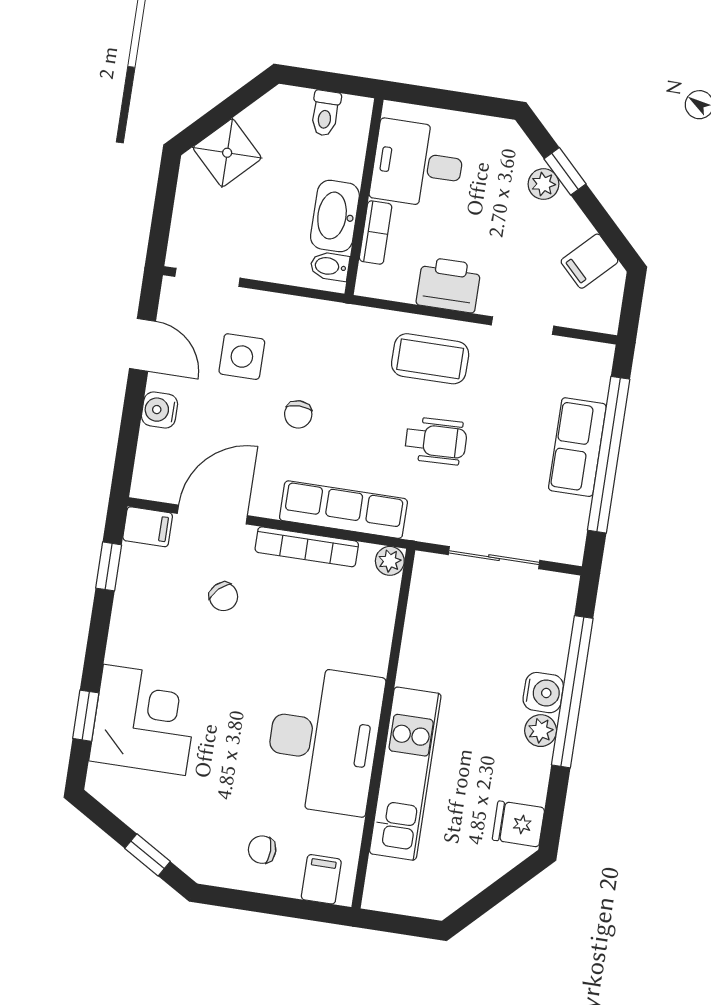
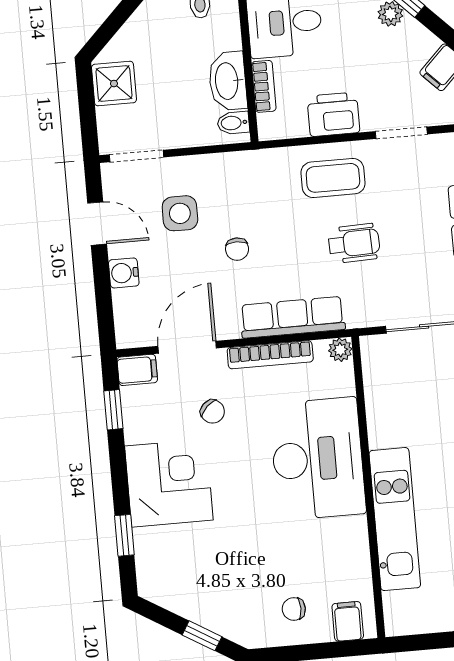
shower: (227, 153) -> (114, 84), moved, turned 45
corner desk: (144, 720) -> (169, 483), moved
desk: (323, 740) -> (318, 459), moved

